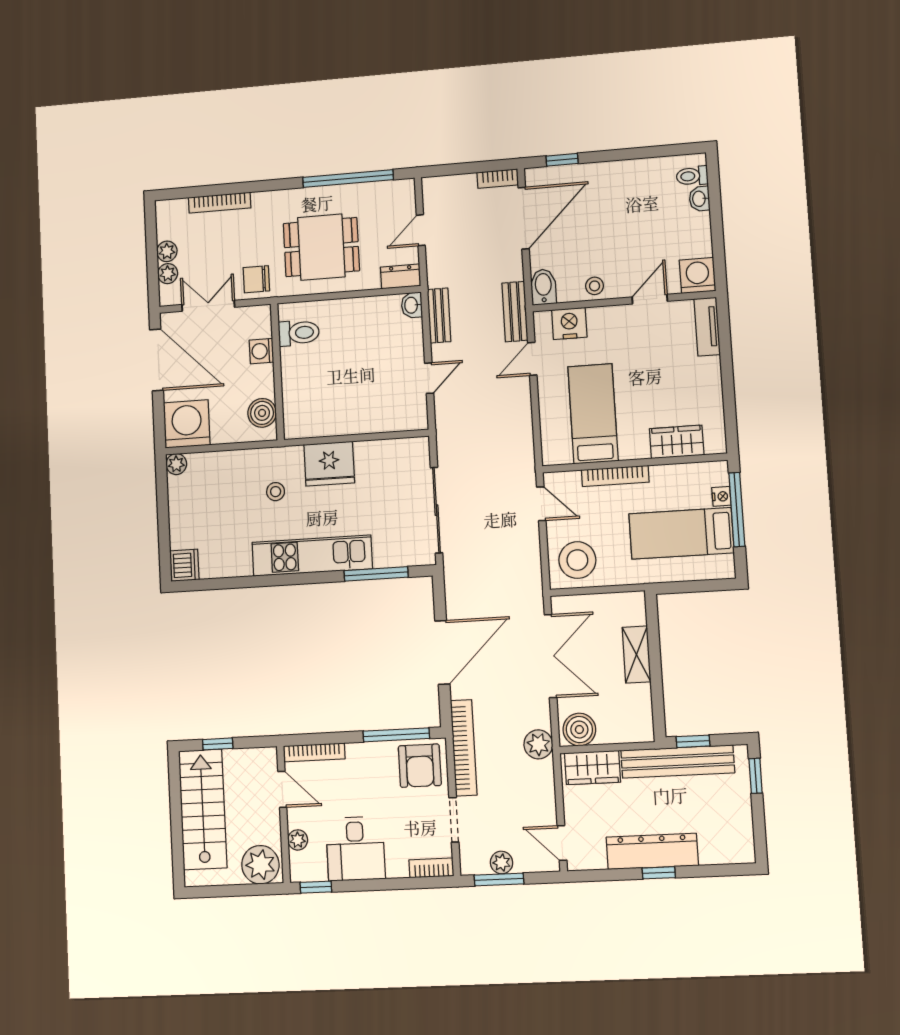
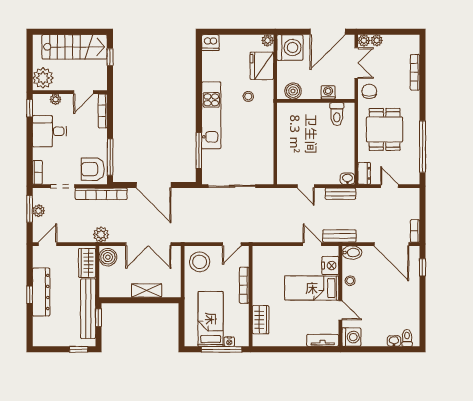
plant: (167, 251) -> (364, 40), moved
bed: (593, 414) -> (312, 288), moved, turned 180
fridge: (329, 464) -> (262, 66), moved

